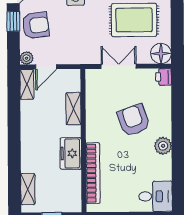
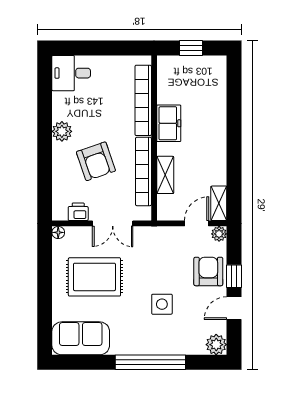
armchair: (36, 25) -> (208, 271), turned 97
floor lamp: (161, 53) -> (58, 232), width x0.53, depth x0.53
printer: (164, 77) -> (78, 212), moved, turned -90
bookcase: (92, 112) -> (143, 171), added
shelving: (28, 189) -> (218, 83), removed

